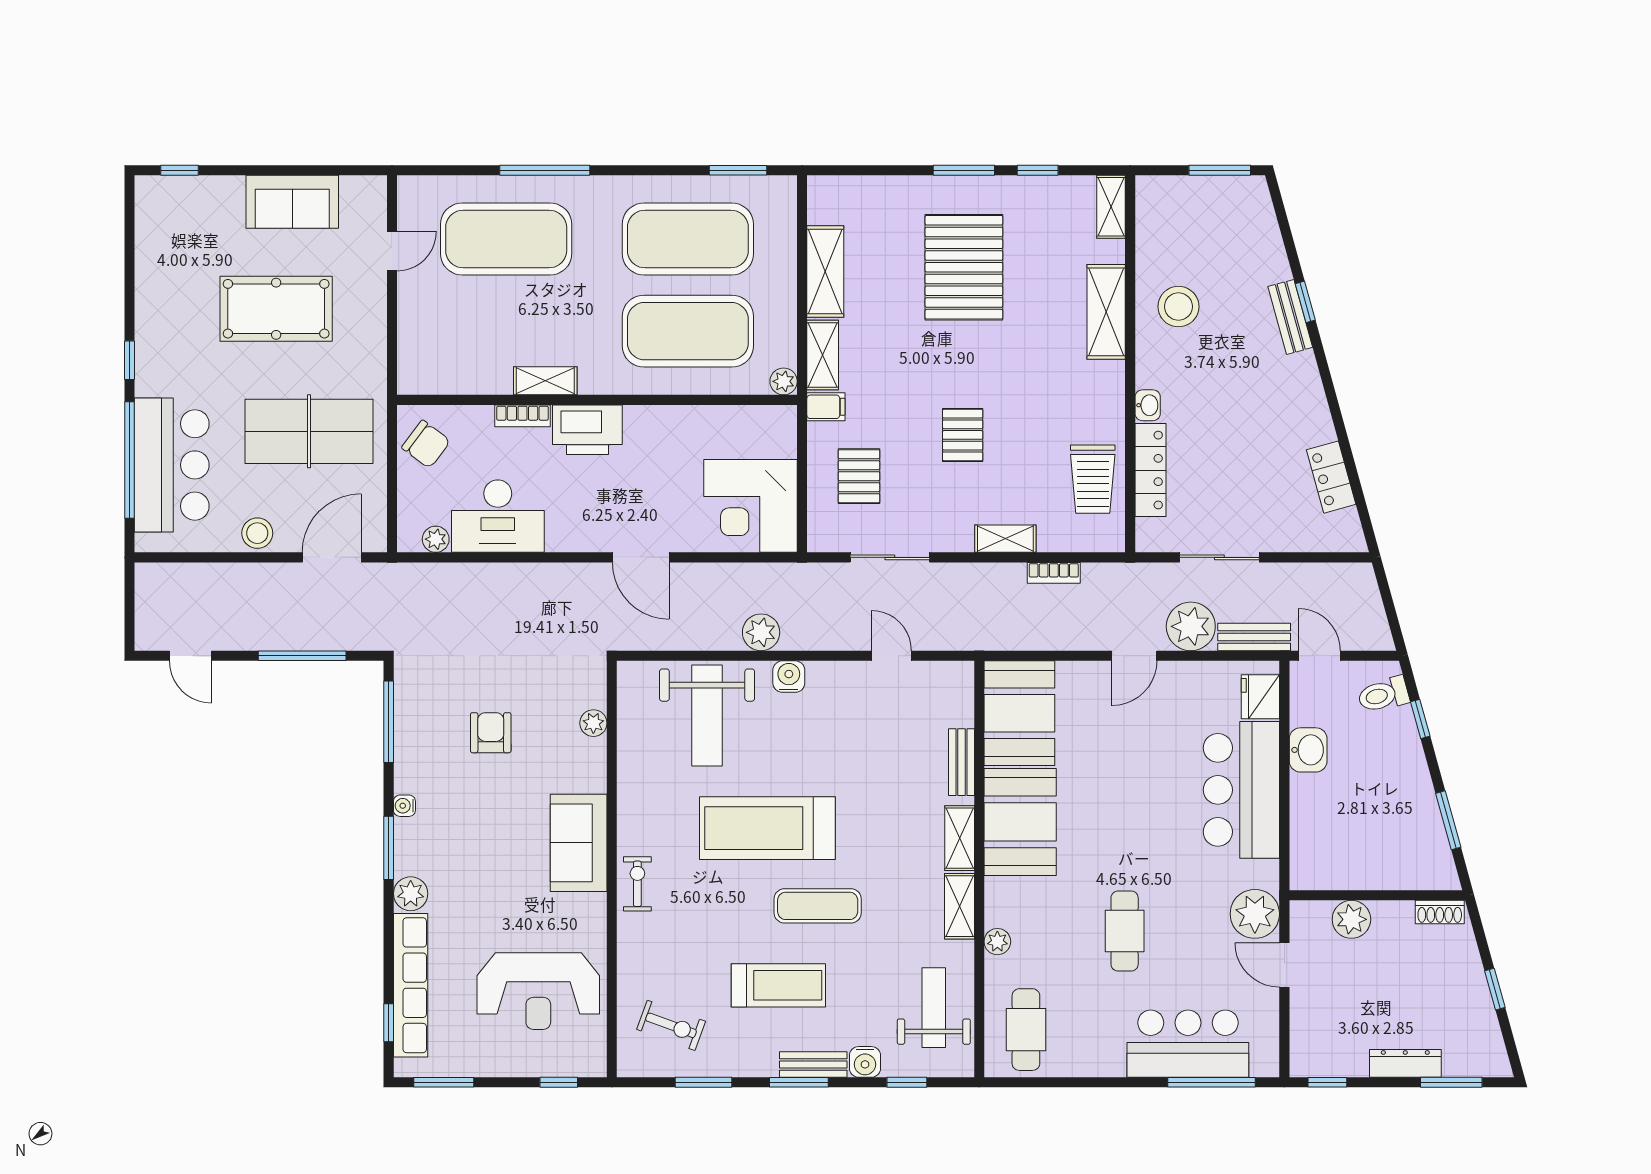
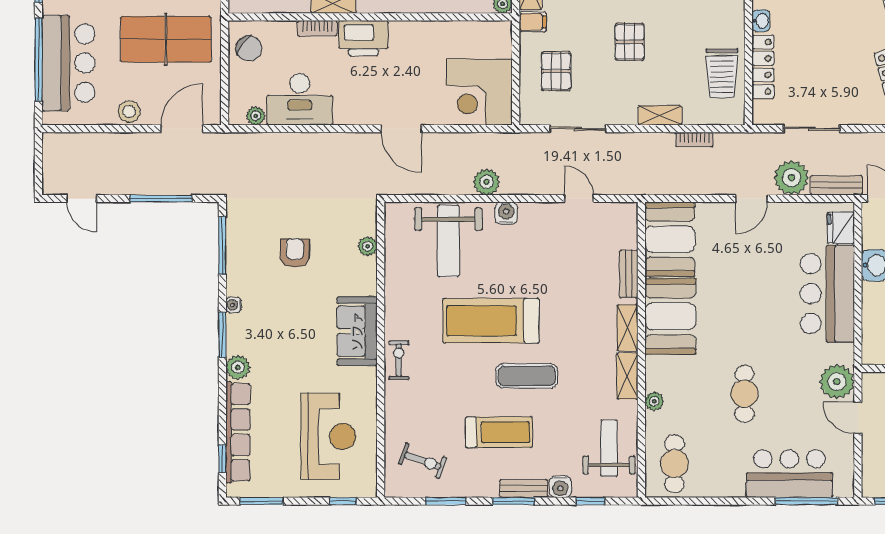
reception desk: (538, 991) -> (329, 436), turned -90

